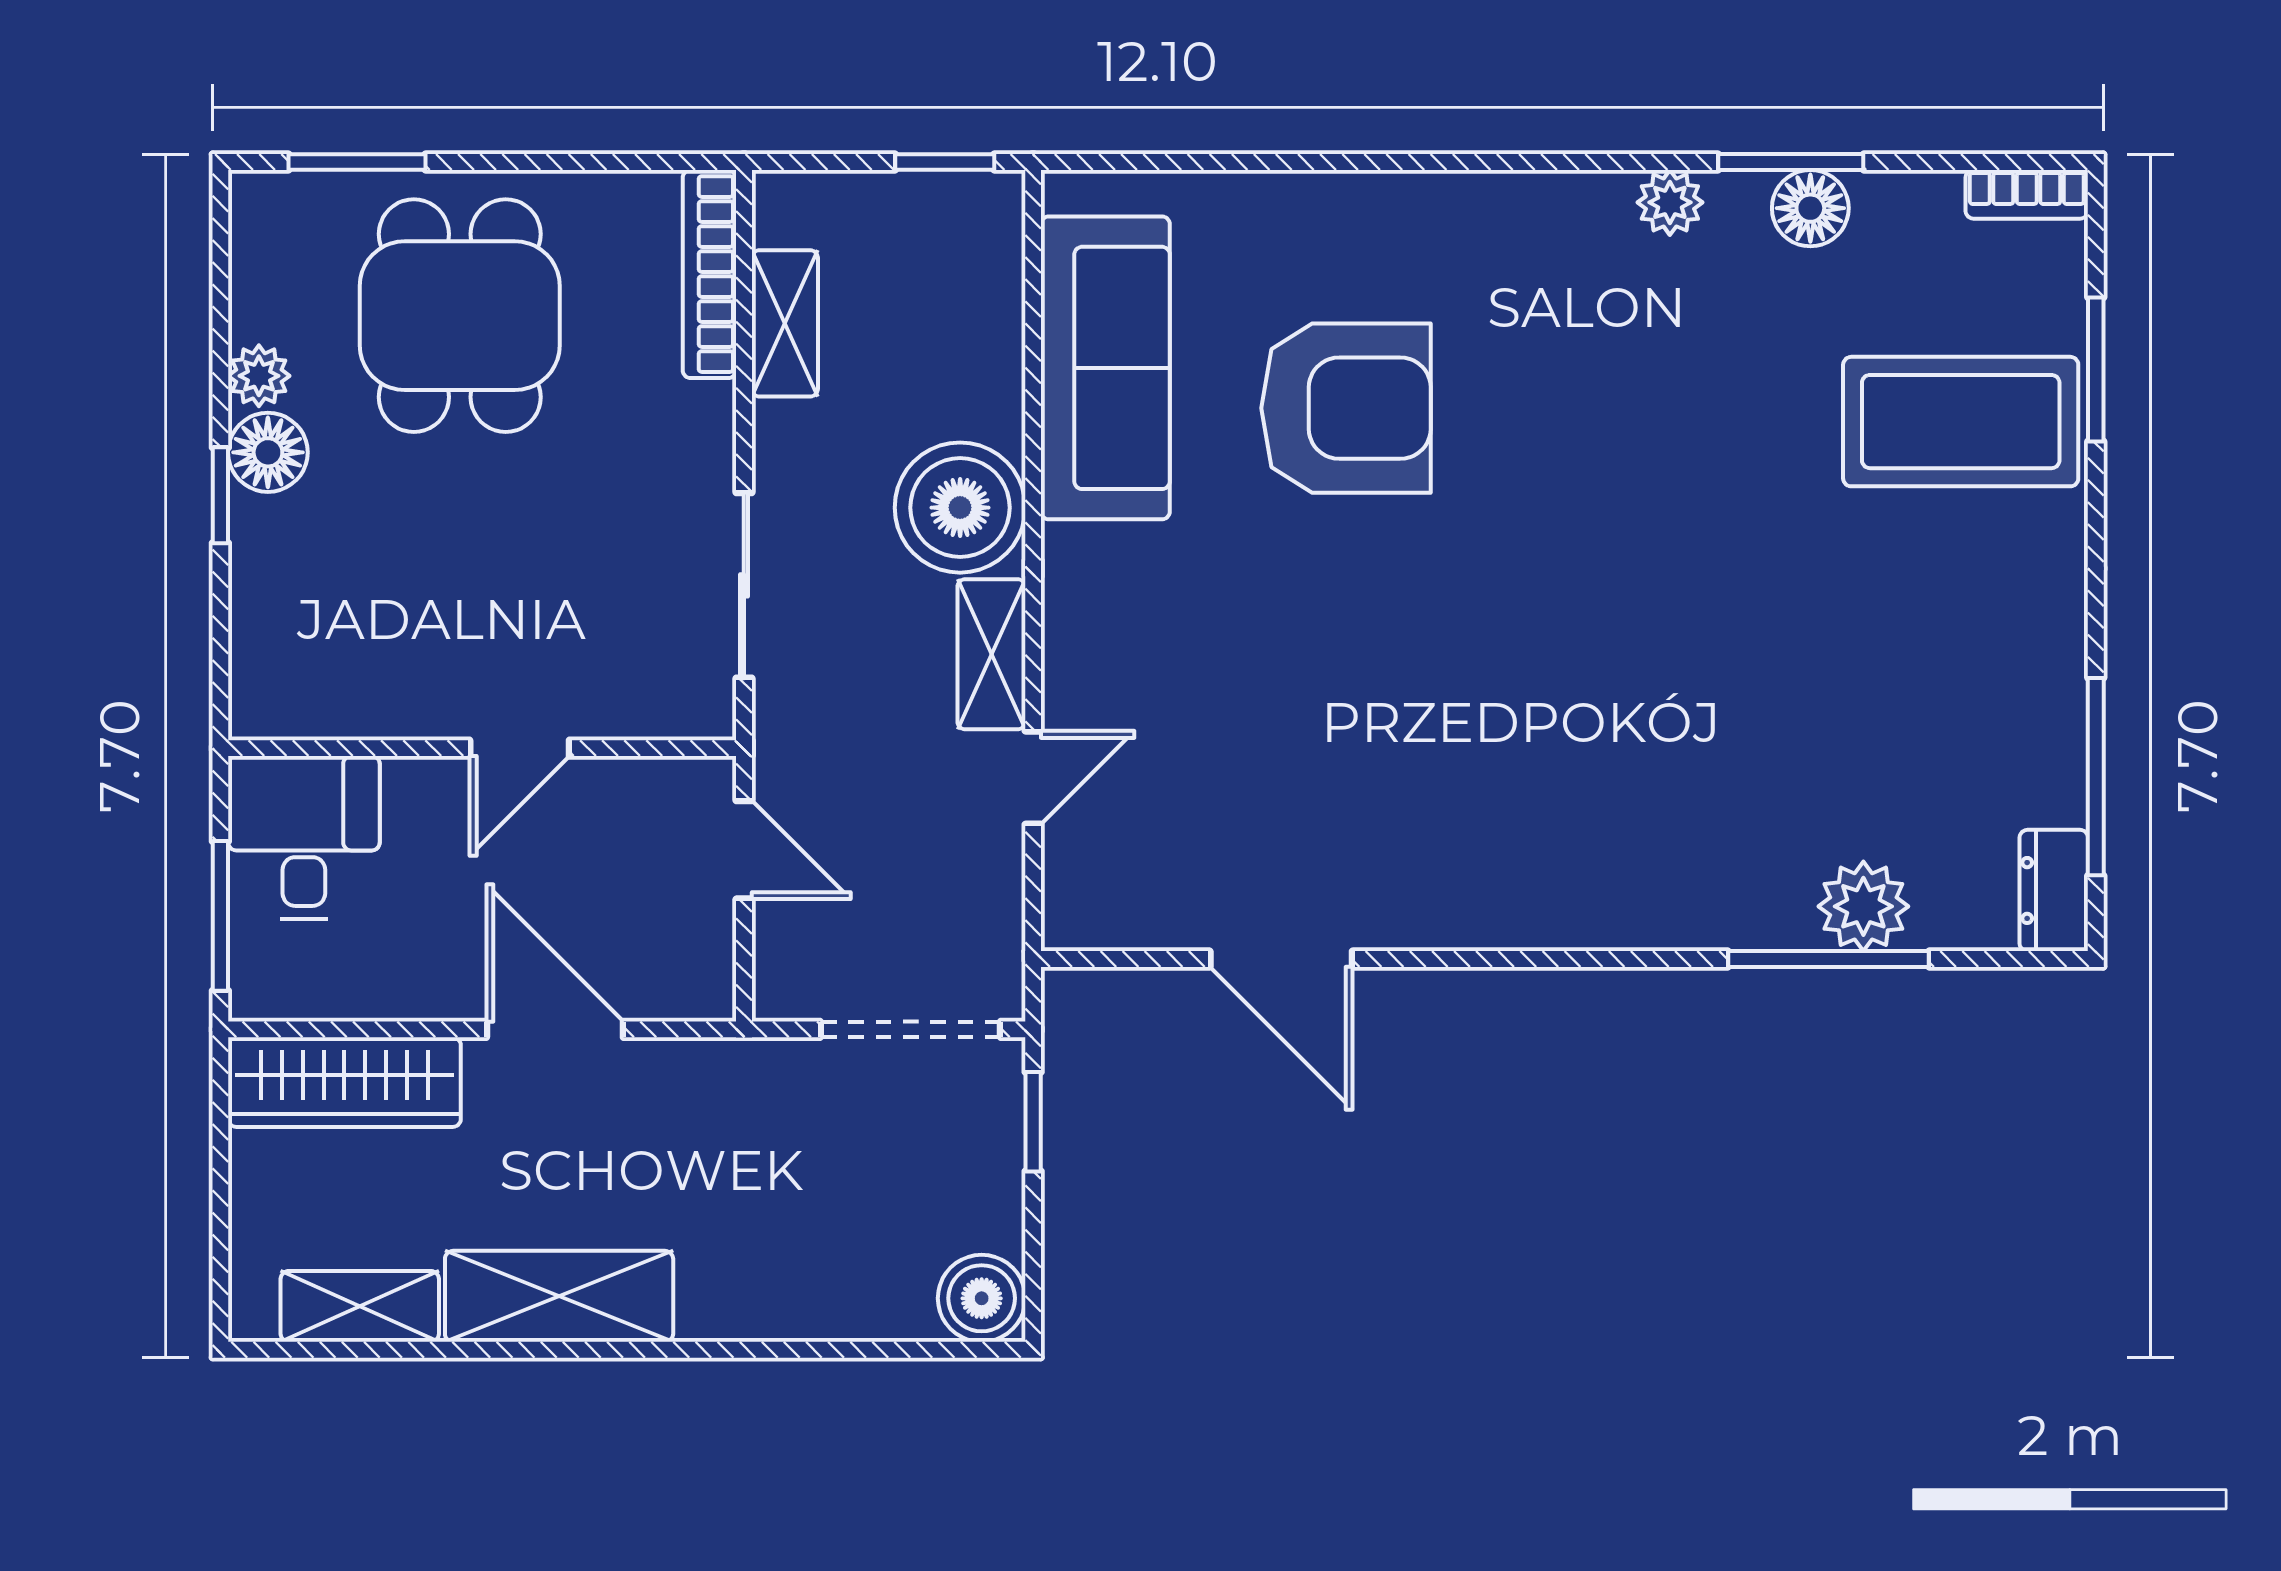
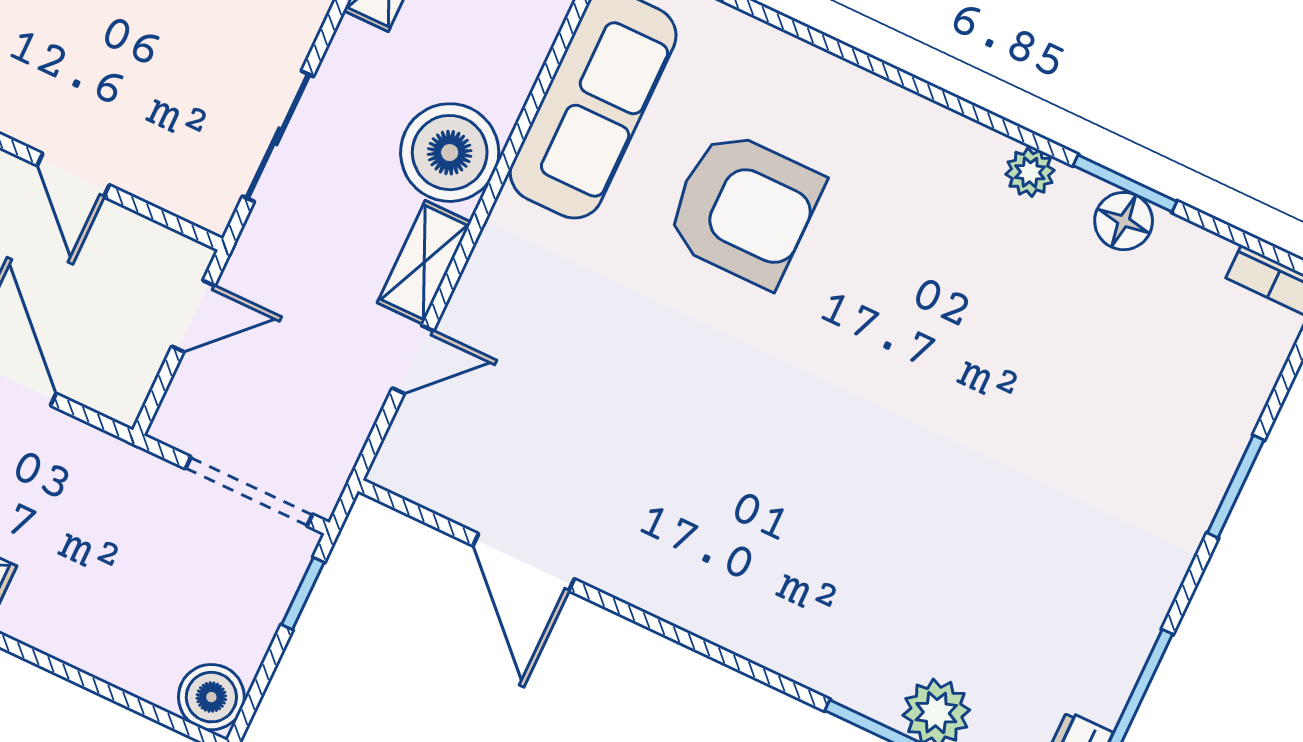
window: (2096, 369) -> (1236, 487), moved
coffee table: (1961, 422) -> (1157, 414), removed
door: (520, 748) -> (73, 175), hinge flipped
door: (744, 850) -> (193, 316), hinge flipped

